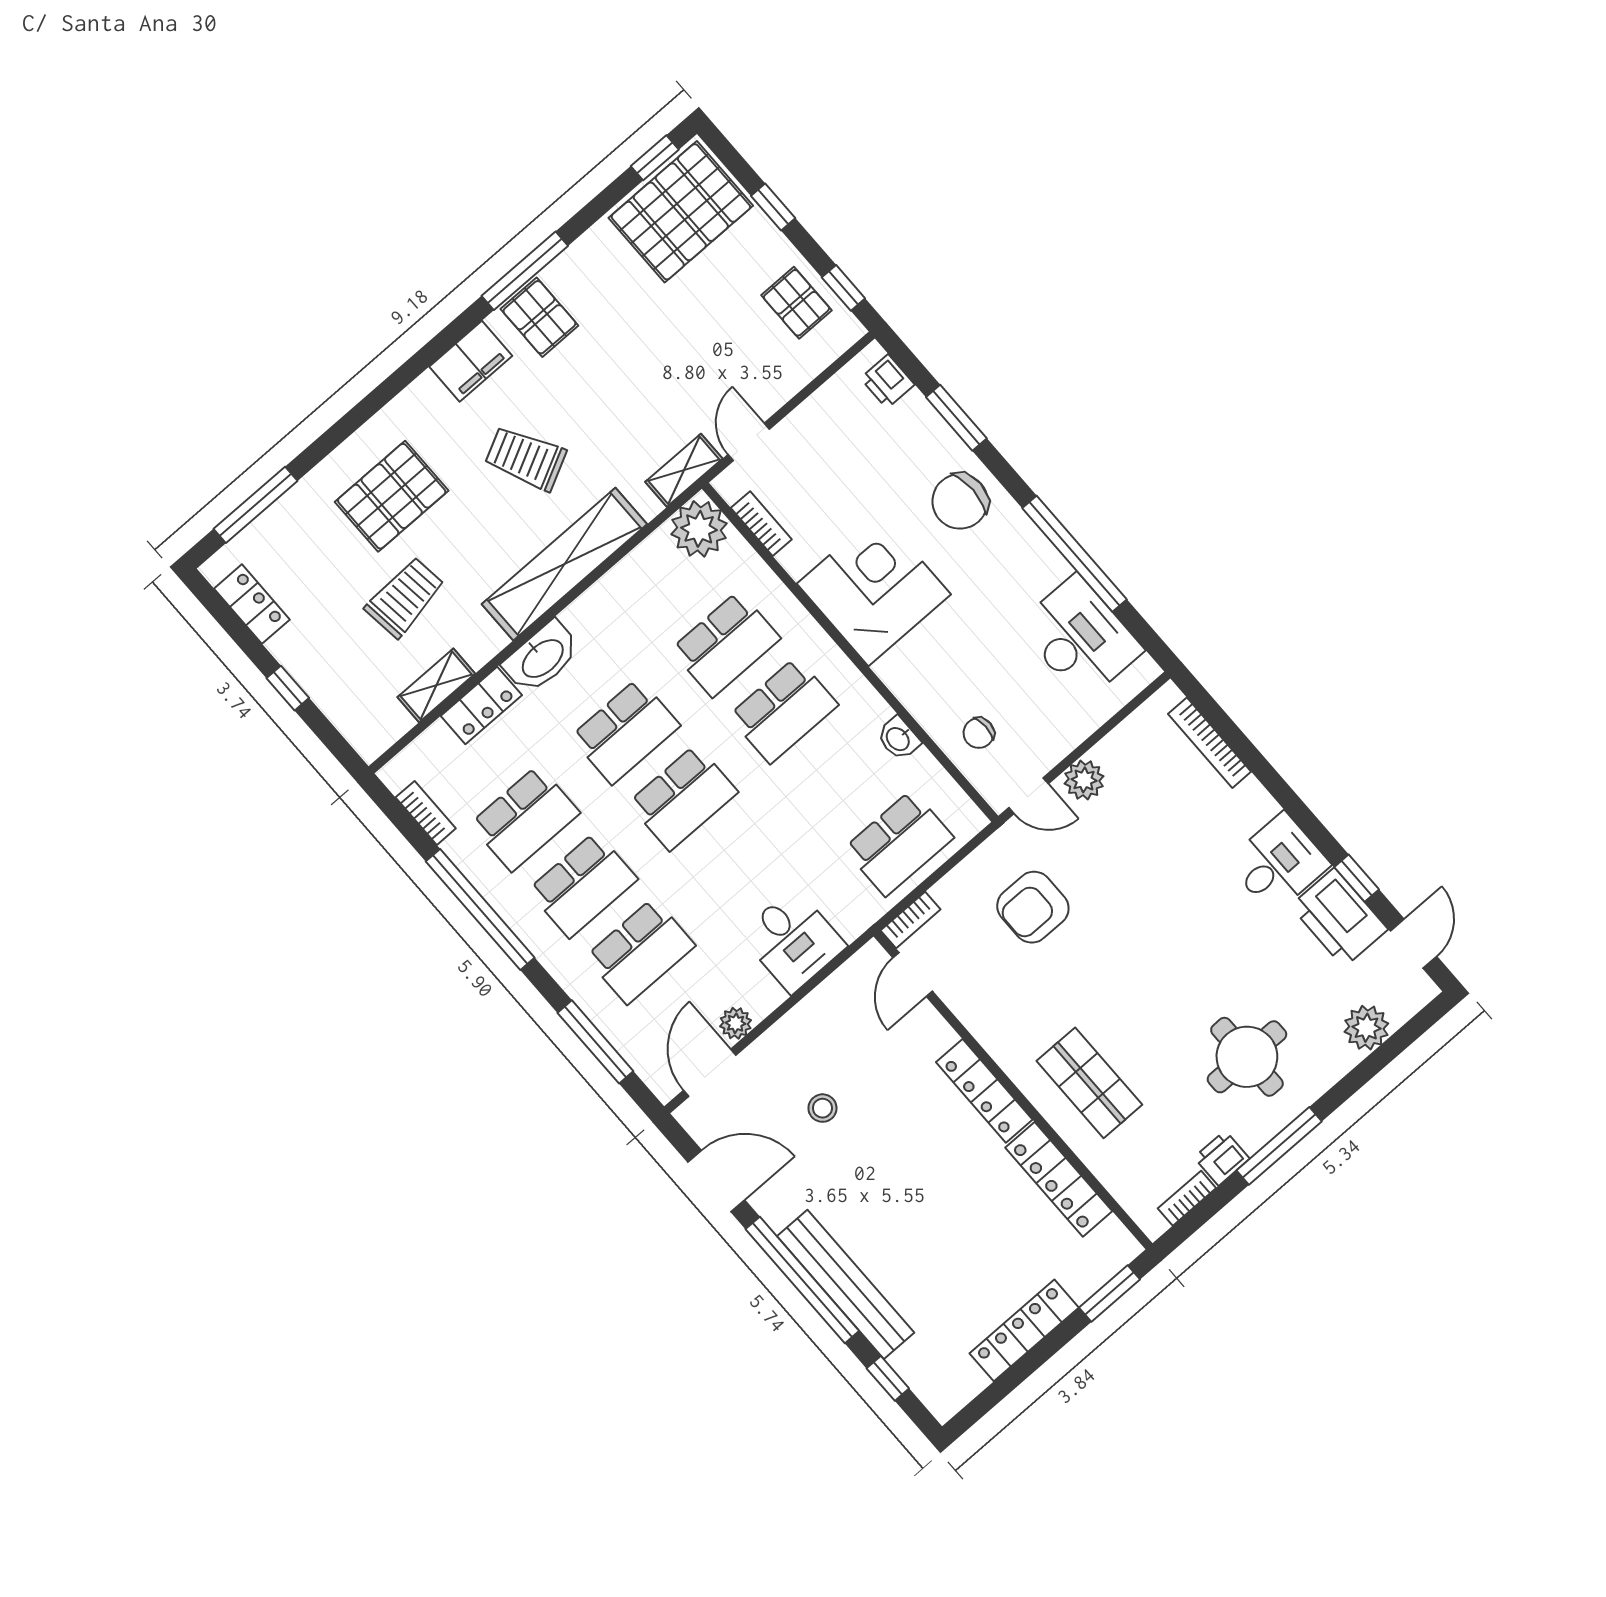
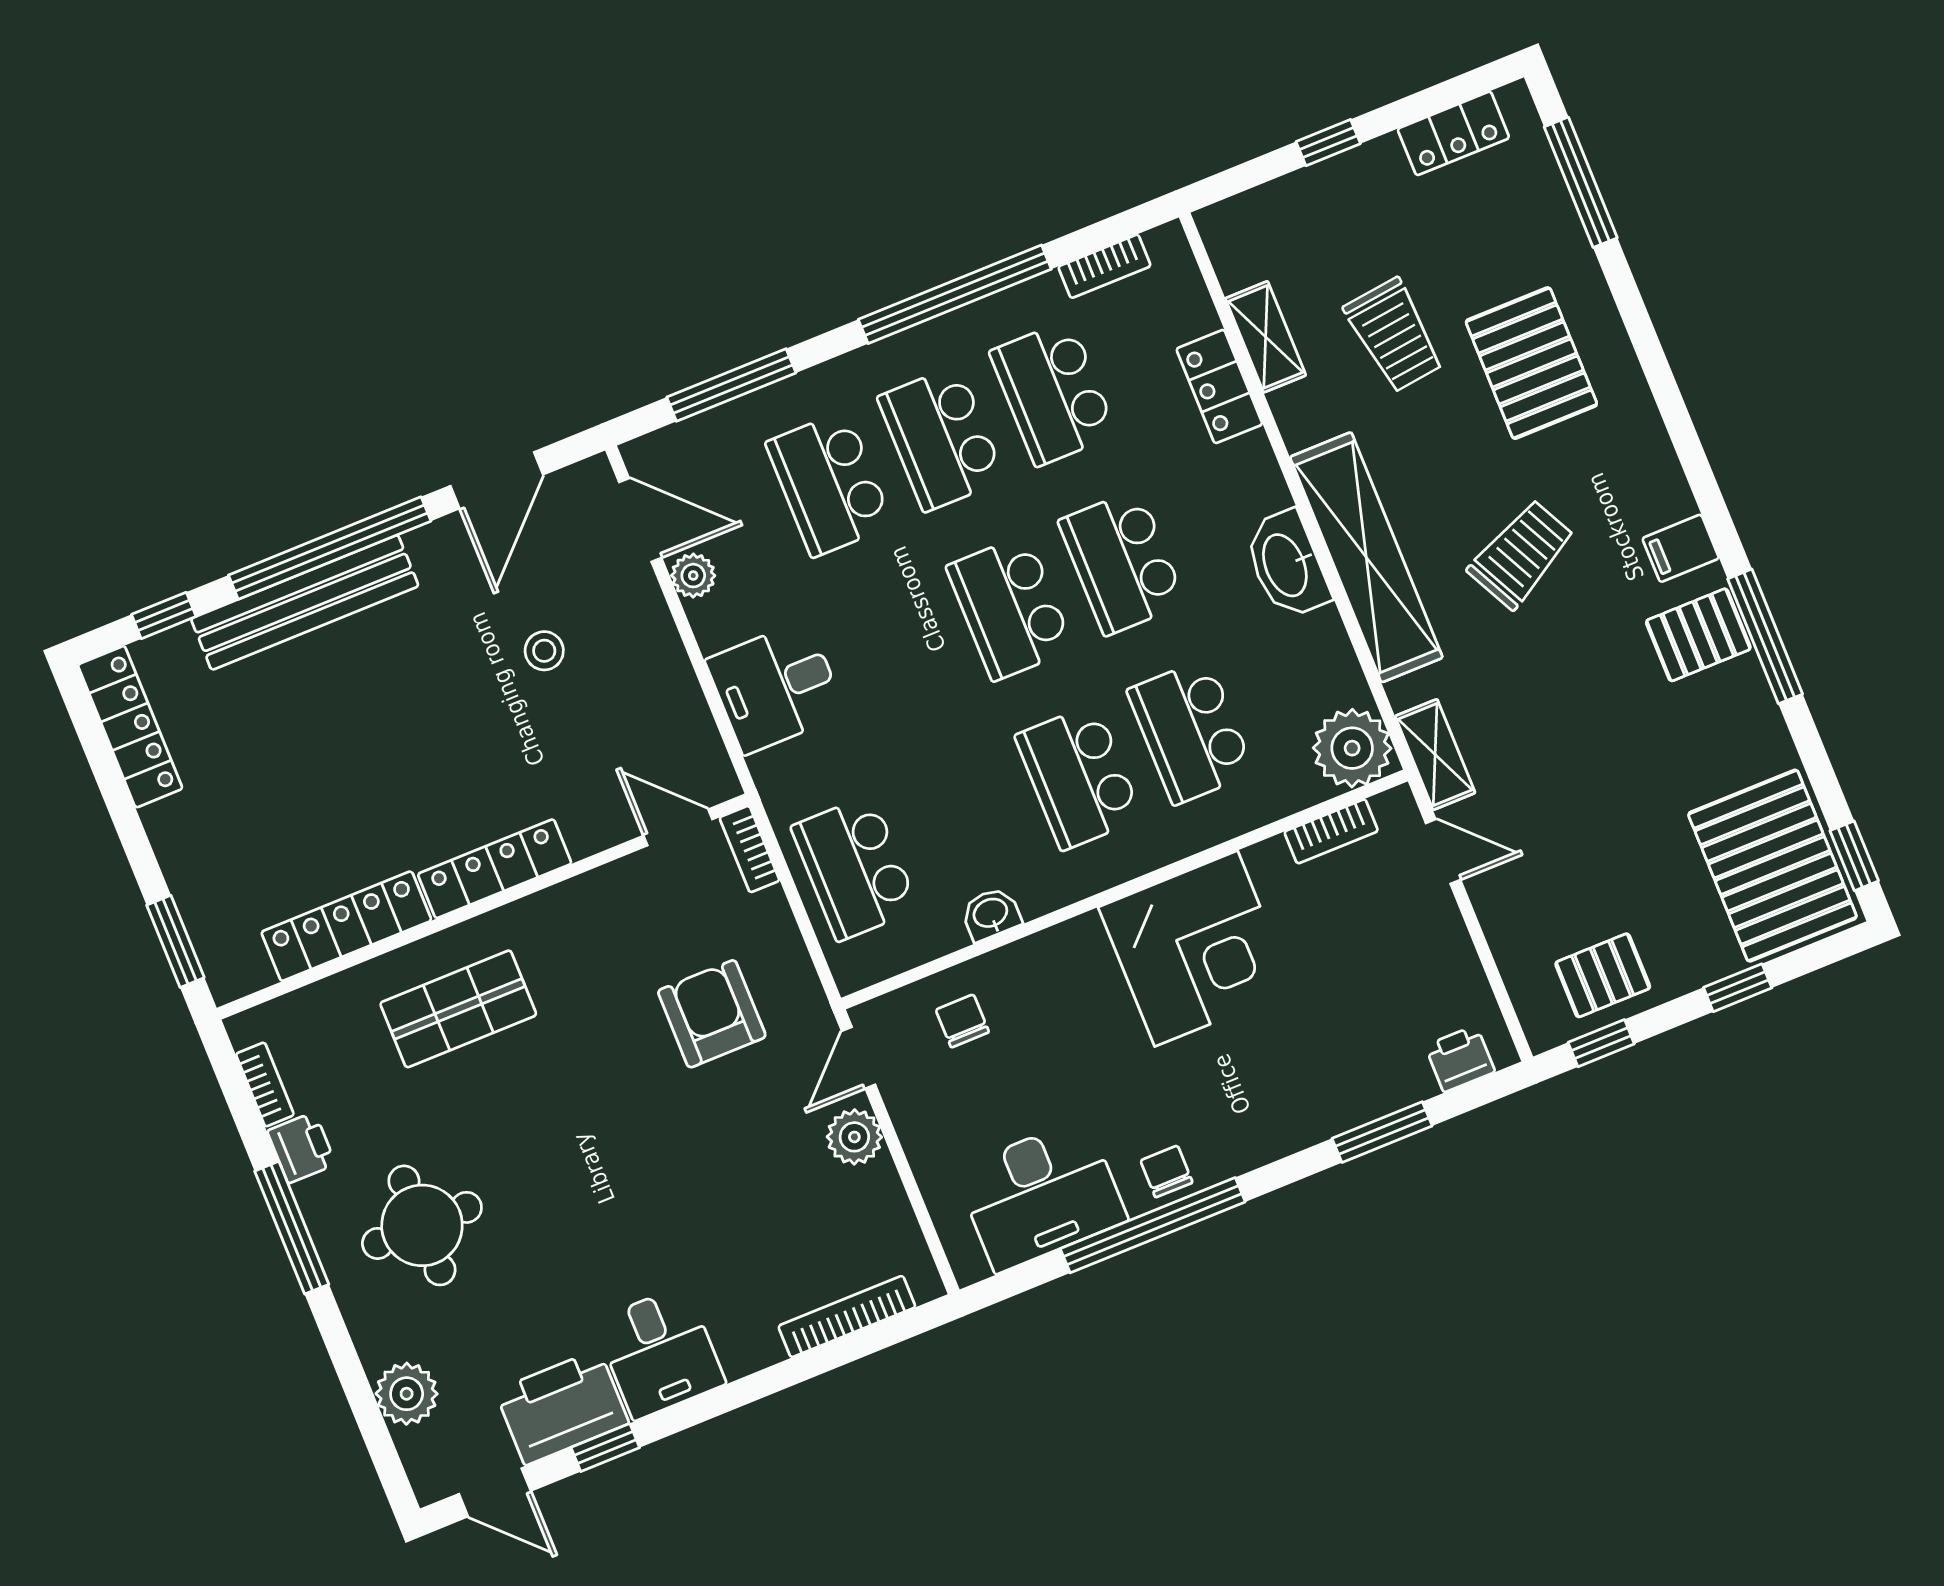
filing cabinet: (471, 361) -> (1681, 548), width x0.50
chair: (960, 501) -> (1166, 1171), moved, width x0.54, depth x0.54
washbasin: (542, 658) -> (1287, 565), moved
locker: (1024, 1330) -> (130, 727), moved

